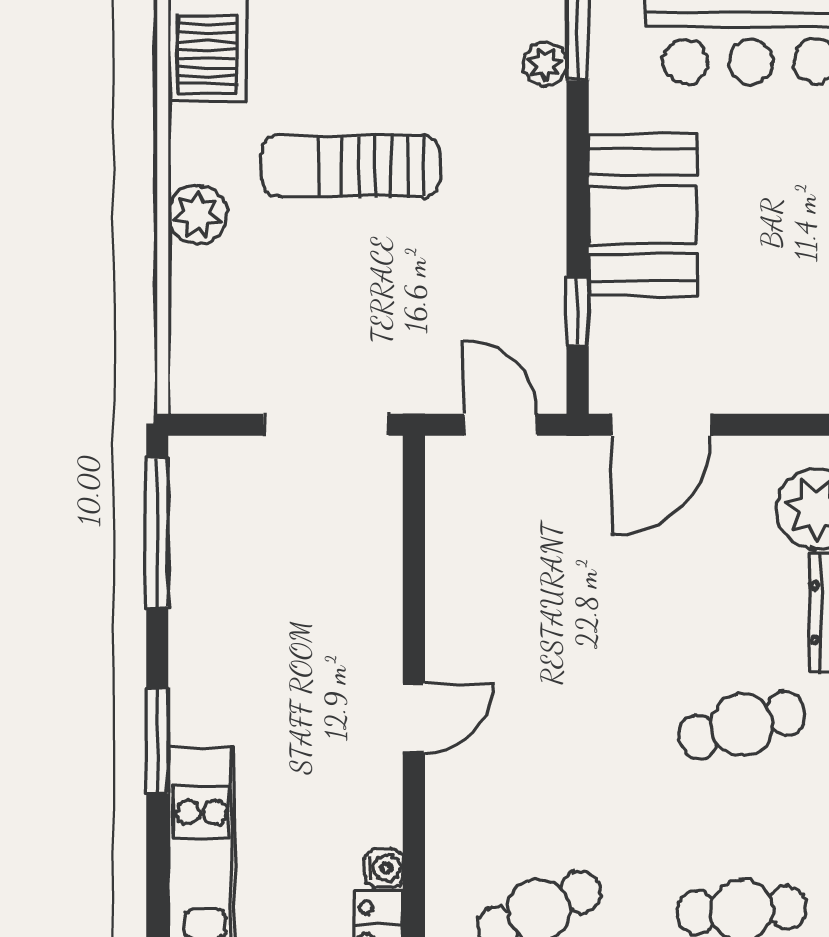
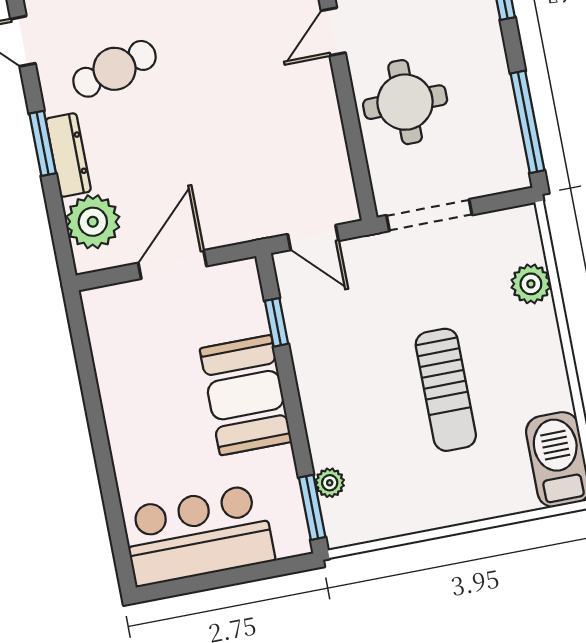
sun lounger: (351, 167) -> (446, 390), turned 90
plant: (198, 215) -> (531, 284), moved
door: (661, 425) -> (172, 265), moved
round table: (329, 596) -> (405, 102), added

